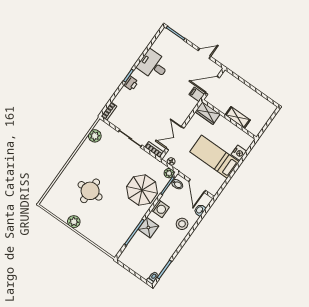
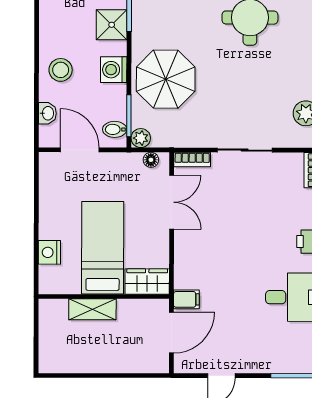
bed: (215, 157) -> (103, 248), moved, turned -90

